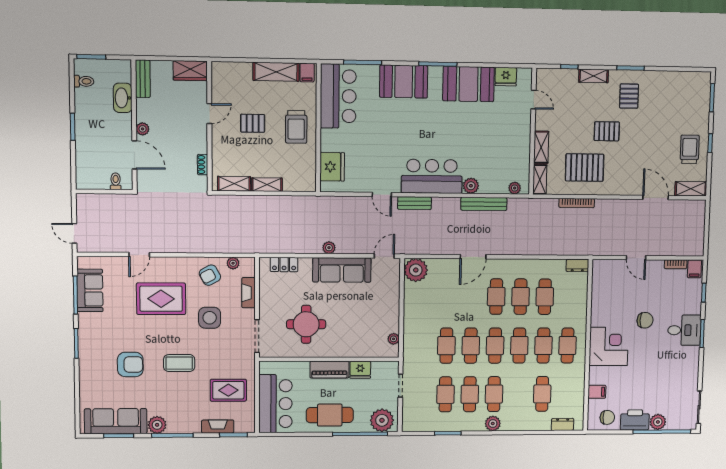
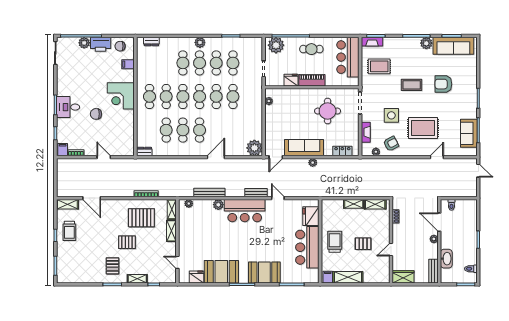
bar counter: (338, 96) -> (307, 247), moved
cafe table: (542, 394) -> (183, 63), moved
cafe table: (330, 415) -> (311, 49), width x0.73, depth x0.74
fireplace: (218, 427) -> (372, 42), moved

